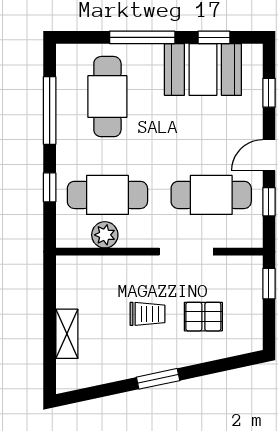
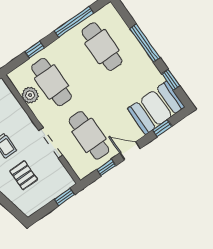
booth: (203, 69) -> (156, 108), moved, turned 90
cafe table: (107, 97) -> (102, 47), turned 90

